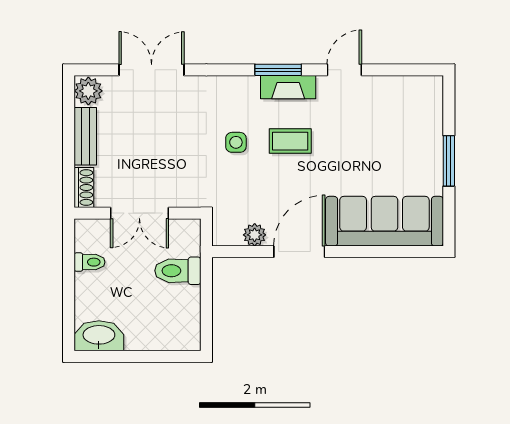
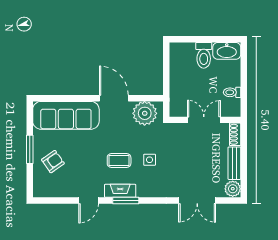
armchair: (408, 139) -> (53, 162), added
plant: (255, 235) -> (145, 113), width x1.88, depth x1.88
door: (299, 252) -> (114, 98), swing flipped
toilet: (178, 271) -> (204, 55), moved, turned 90

